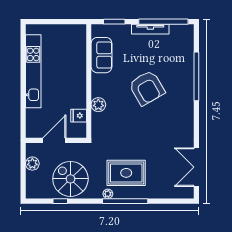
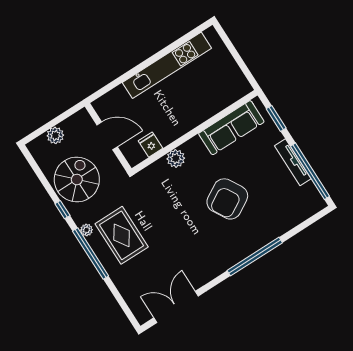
sofa: (102, 55) -> (231, 128), width x1.36
window: (196, 76) -> (255, 257), moved
plant: (32, 164) -> (55, 135), moved
window: (60, 201) -> (62, 210), moved

